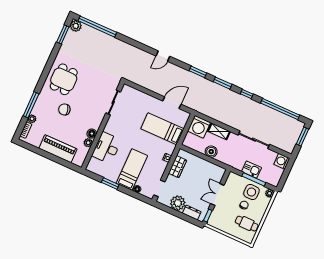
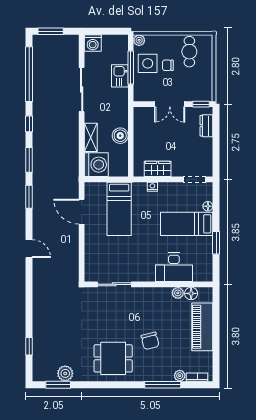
plant: (76, 26) -> (65, 373), moved
window: (97, 27) -> (29, 346), width x0.32
floor lamp: (92, 134) -> (191, 293), moved
plant: (178, 203) -> (202, 148), removed

